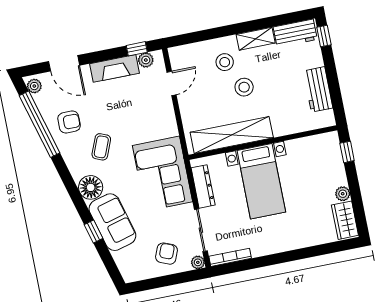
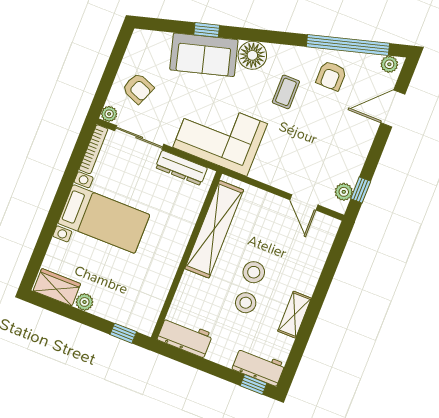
workbench: (295, 33) -> (259, 366), moved, turned 90
stool: (225, 62) -> (246, 303), moved
fireplace: (114, 68) -> (355, 155), removed
workbench: (318, 89) -> (185, 337), moved
coffee table: (101, 147) -> (286, 92), turned 68
bed with nightstands: (261, 181) -> (104, 219), moved, turned 180

